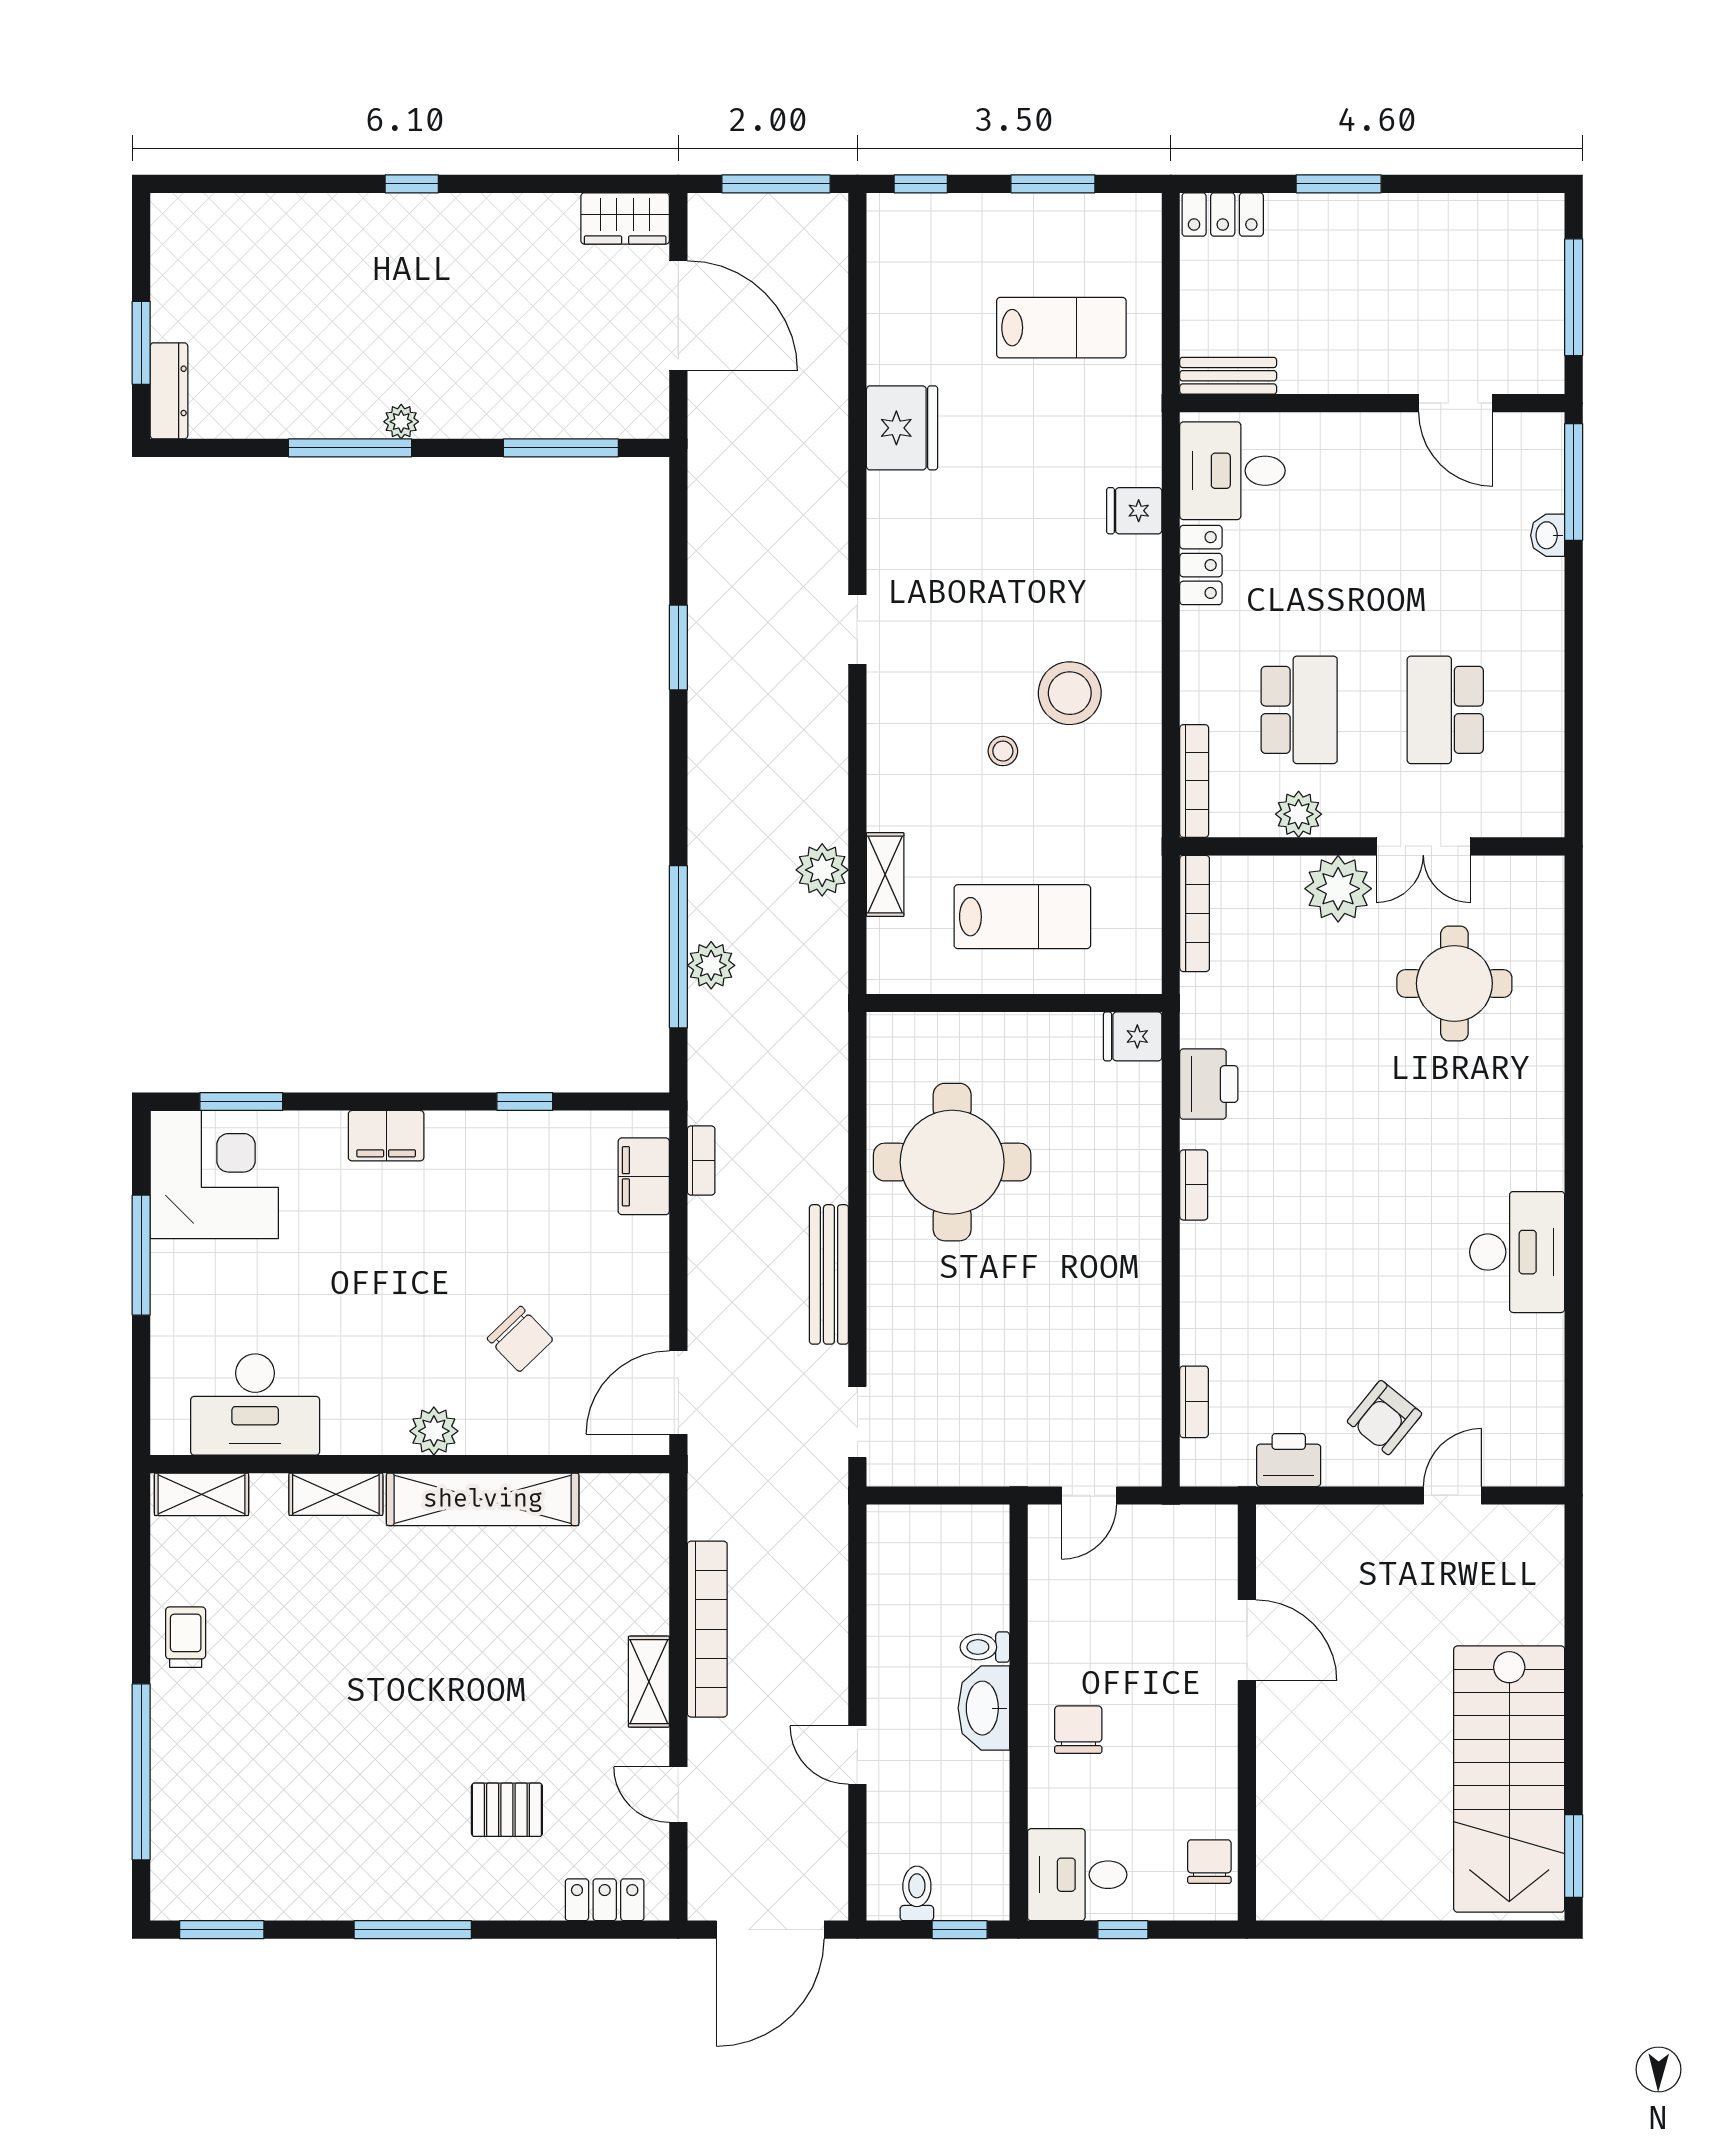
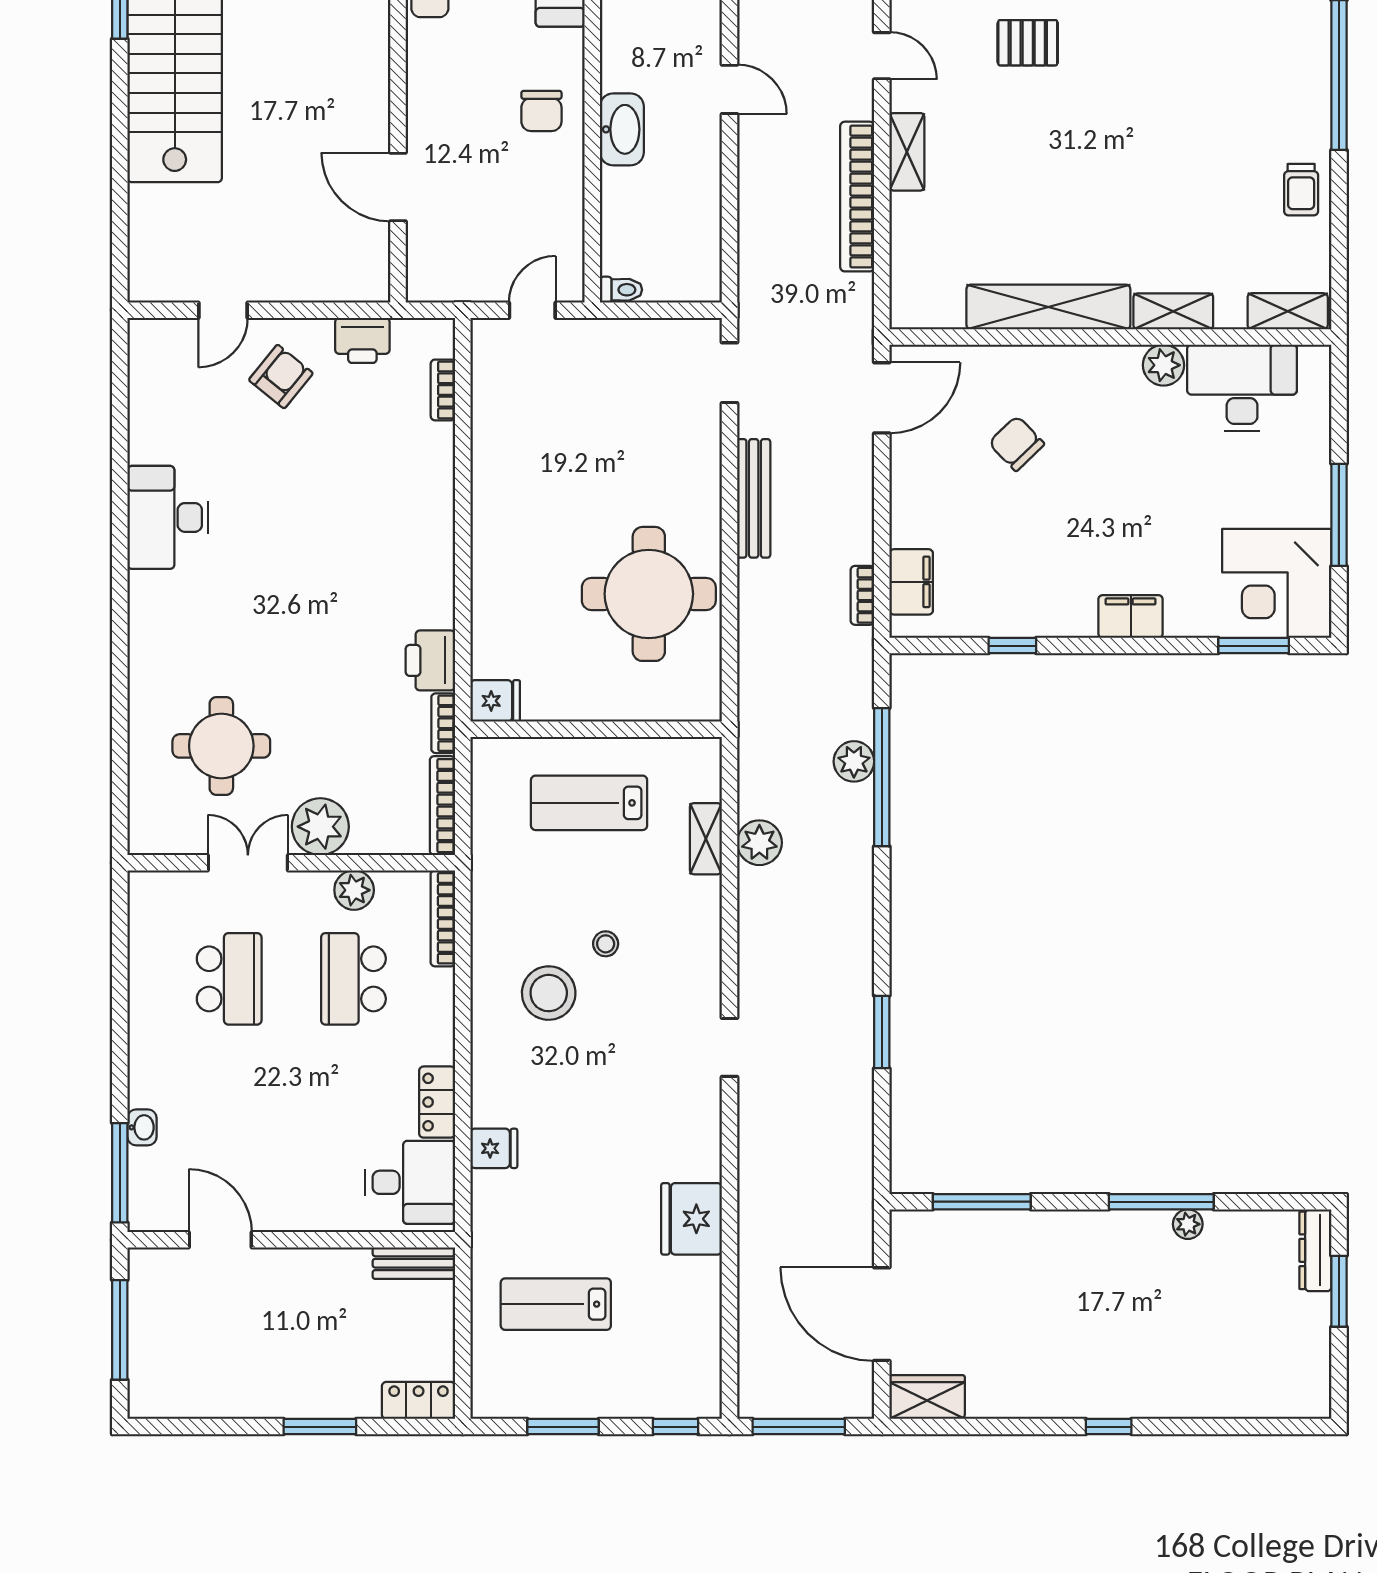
plant: (401, 422) -> (1188, 1224), moved
bookcase: (1194, 1185) -> (443, 723), moved
plant: (434, 1431) -> (1164, 365), moved
toilet: (985, 1647) -> (621, 290), moved

